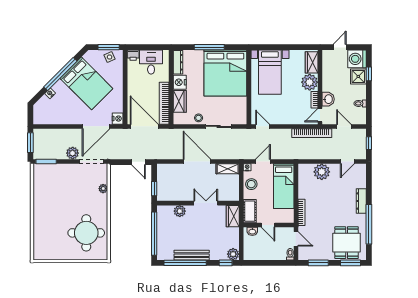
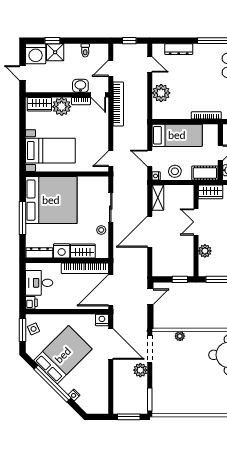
dresser: (361, 201) -> (179, 49), moved

